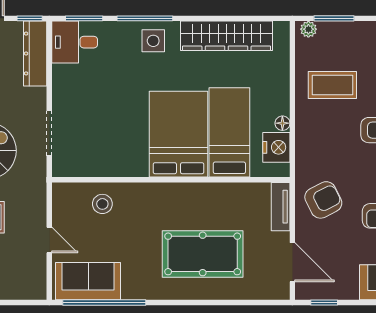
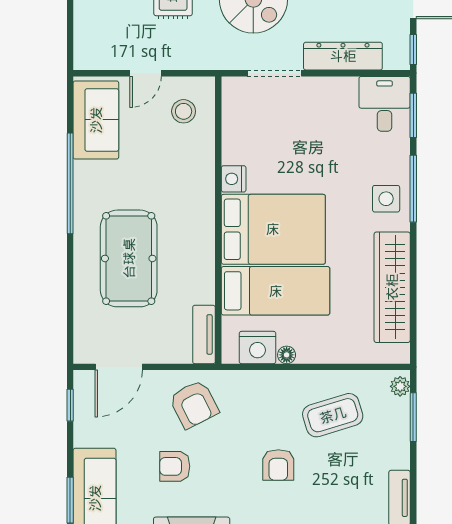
dresser: (35, 54) -> (343, 56), moved
coffee table: (332, 85) -> (333, 415), turned 73
nightstand: (137, 167) -> (234, 179), added
stool: (102, 204) -> (184, 111), moved
tv unit: (281, 207) -> (204, 334), moved, turned -90
window: (104, 302) -> (70, 183), moved

